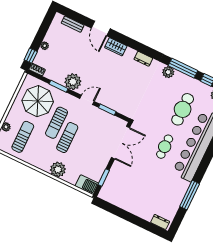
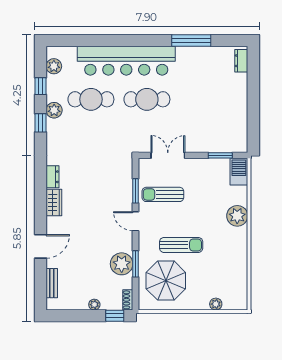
wardrobe: (116, 47) -> (54, 202), moved
window: (183, 68) -> (40, 123), width x0.46
plant: (168, 72) -> (54, 110), moved
plant: (73, 82) -> (122, 264), moved
sun lounger: (23, 137) -> (218, 278), removed
sun lounger: (67, 138) -> (163, 194), moved
double door: (121, 143) -> (168, 155), width x0.73
cafe table: (165, 147) -> (147, 99), width x1.37, depth x1.35

